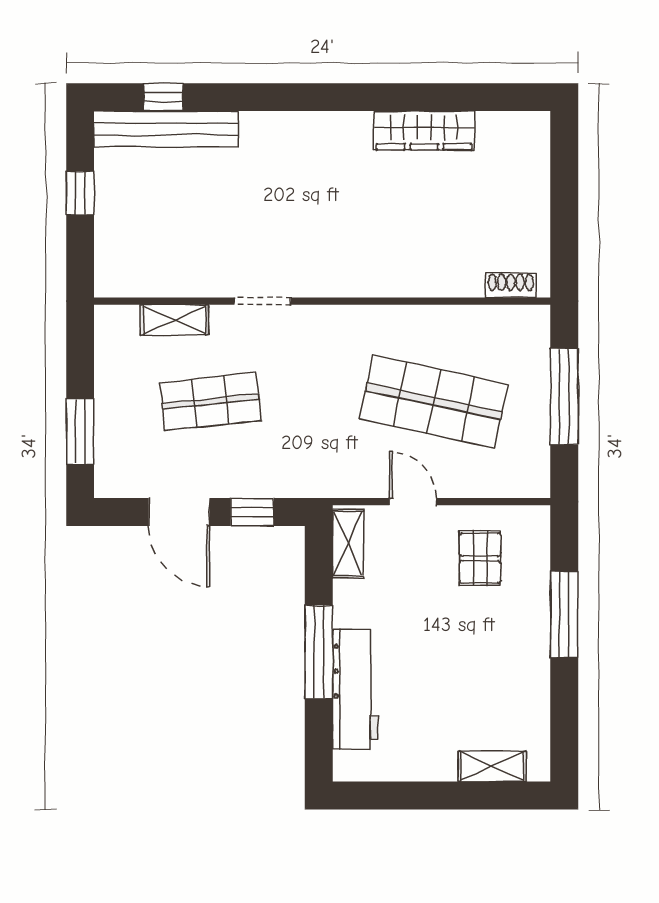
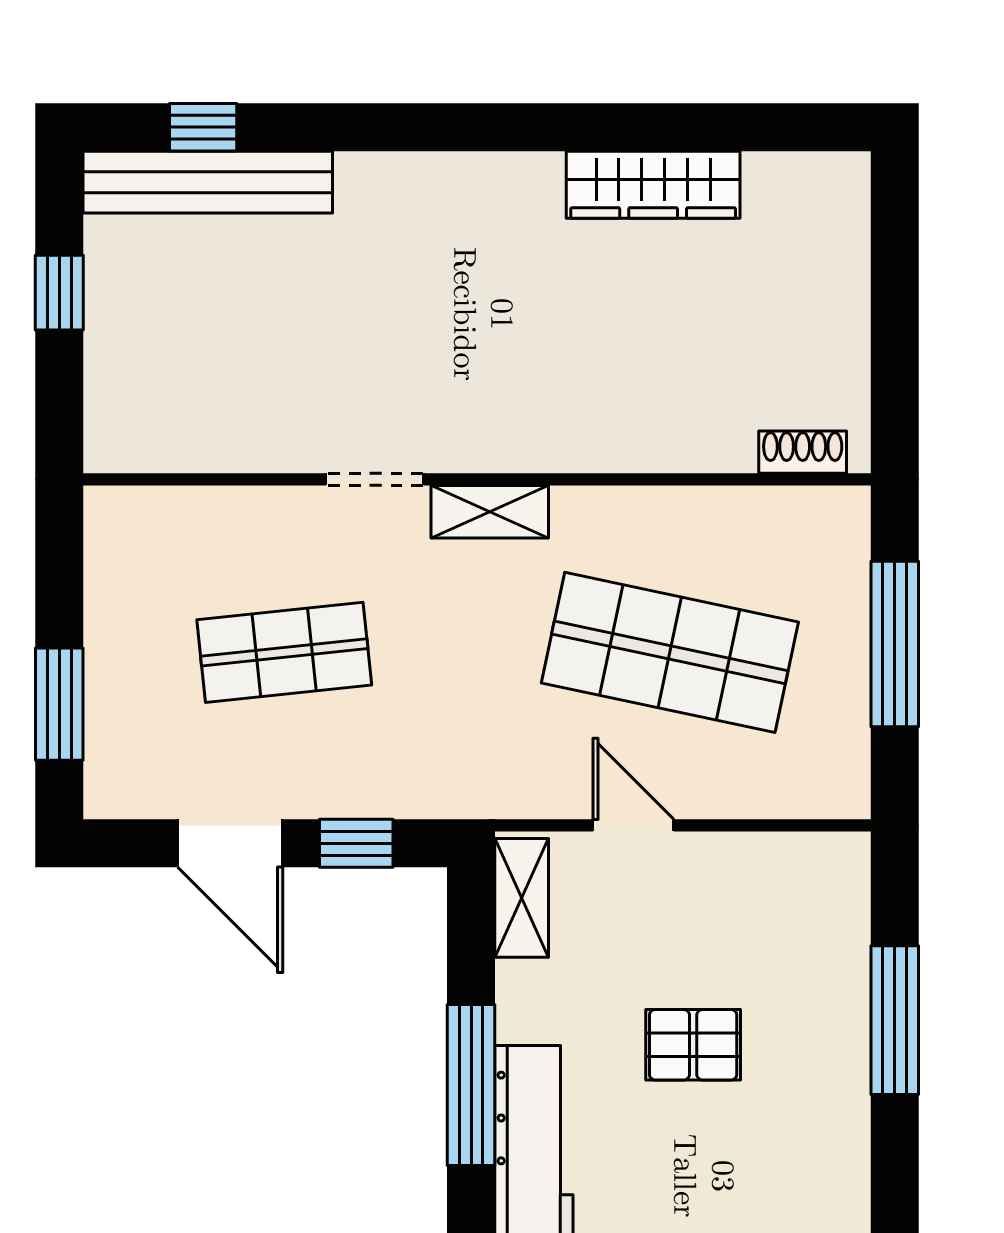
shelving: (174, 320) -> (490, 512), moved
pallet: (480, 558) -> (693, 1045), moved, turned 90

